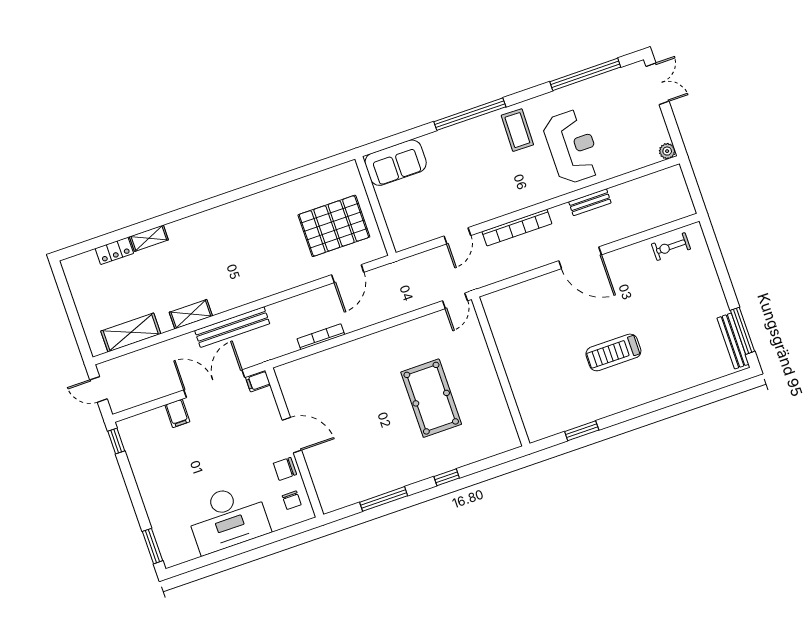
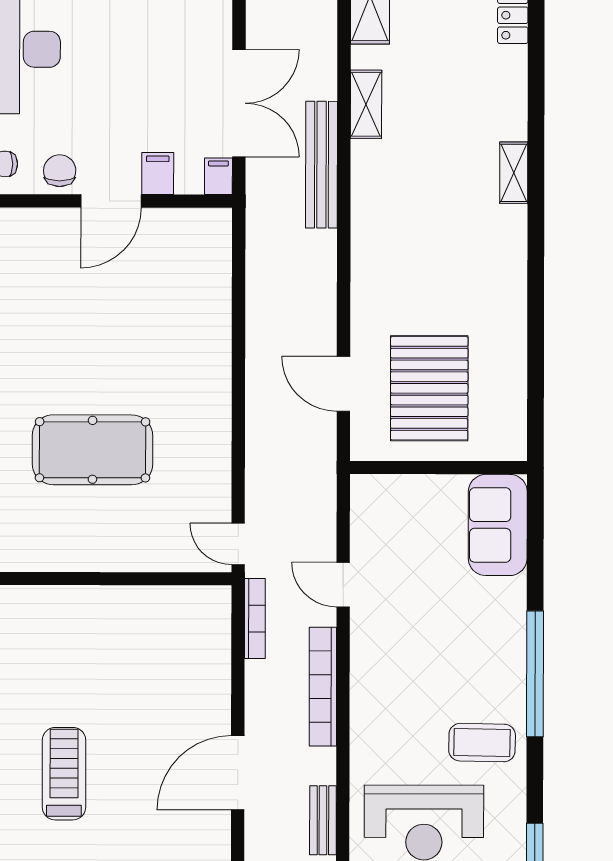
shelving: (149, 238) -> (514, 173), moved
bookcase: (321, 337) -> (255, 619), moved
filing cabinet: (177, 413) -> (158, 174), moved, turned 90

